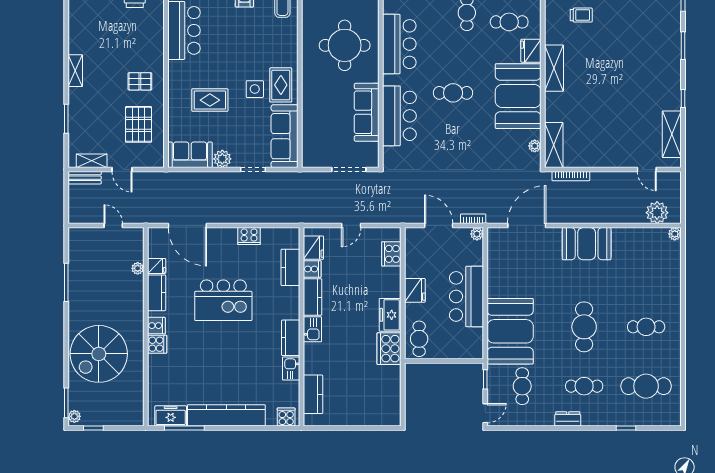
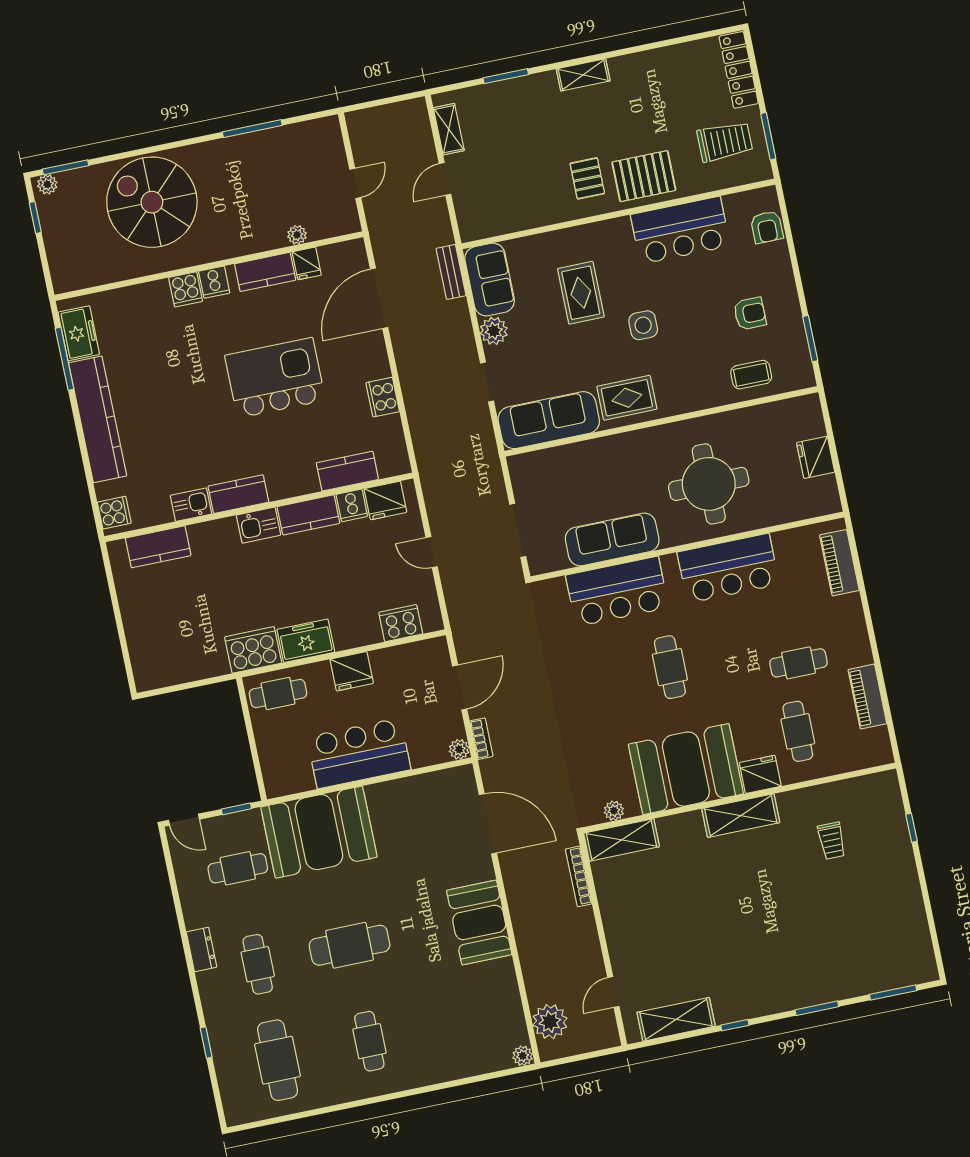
side table: (255, 89) -> (643, 325), moved
pallet: (139, 124) -> (644, 176), moved
bench: (85, 178) -> (451, 272), moved
kitchen island: (223, 300) -> (275, 378), turned 90

